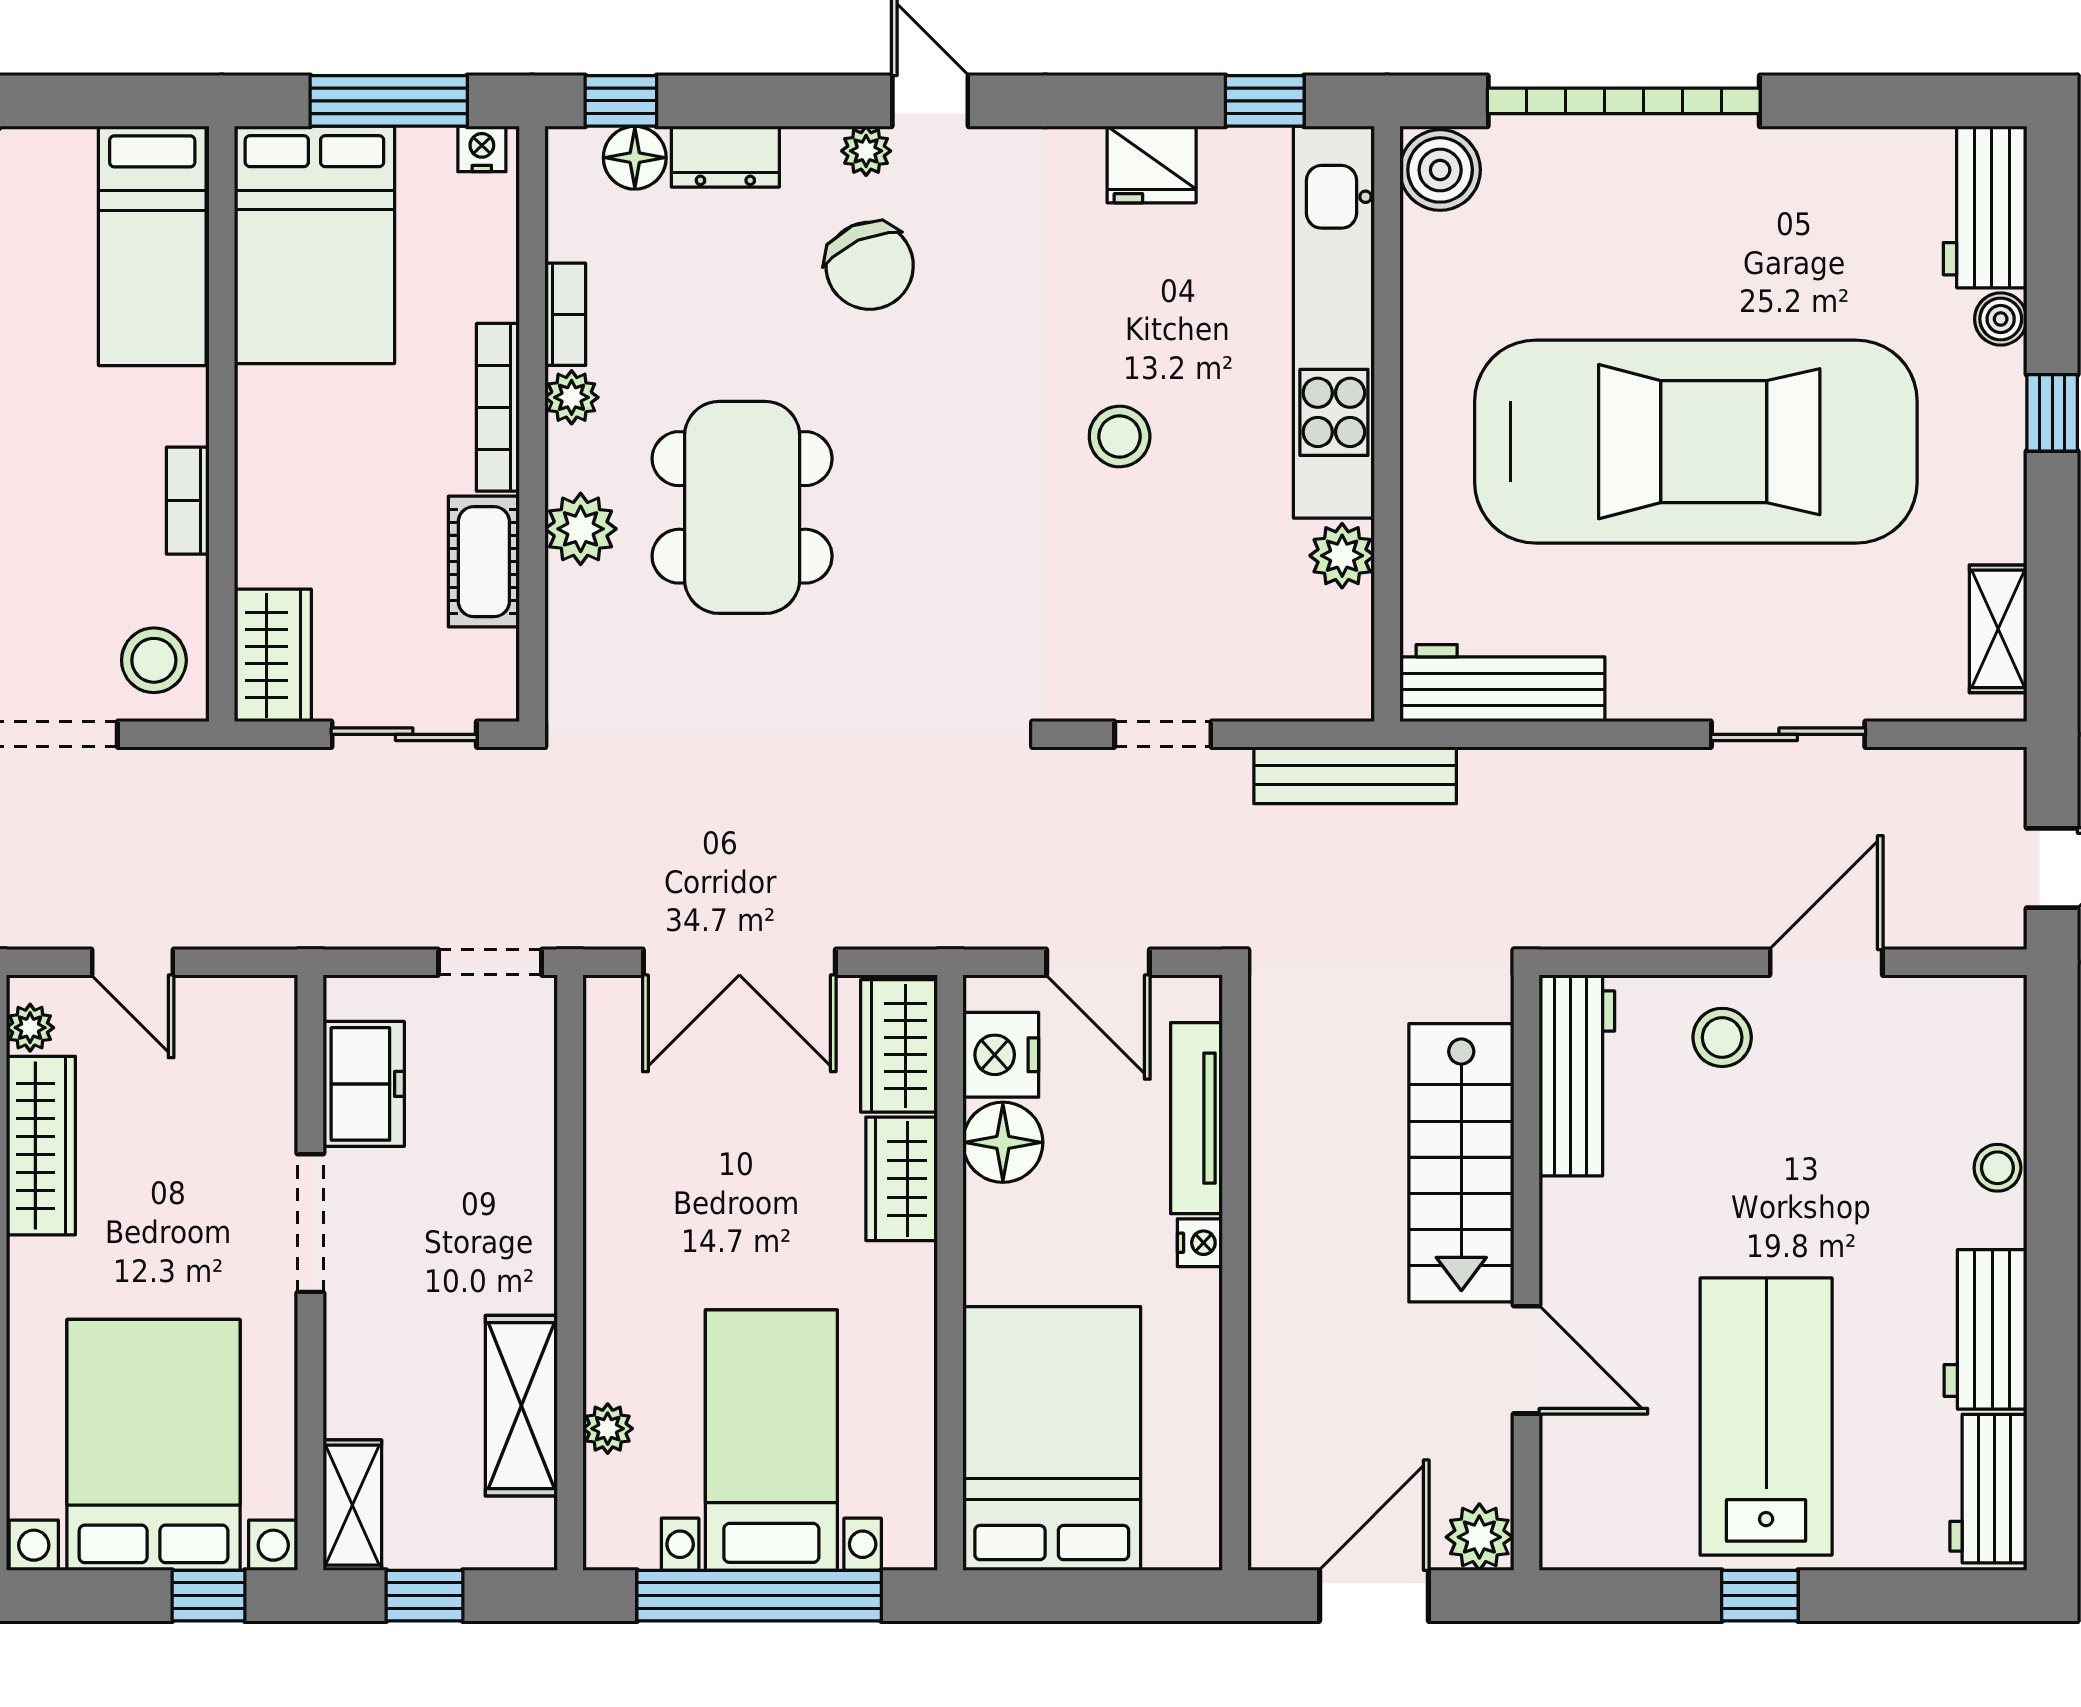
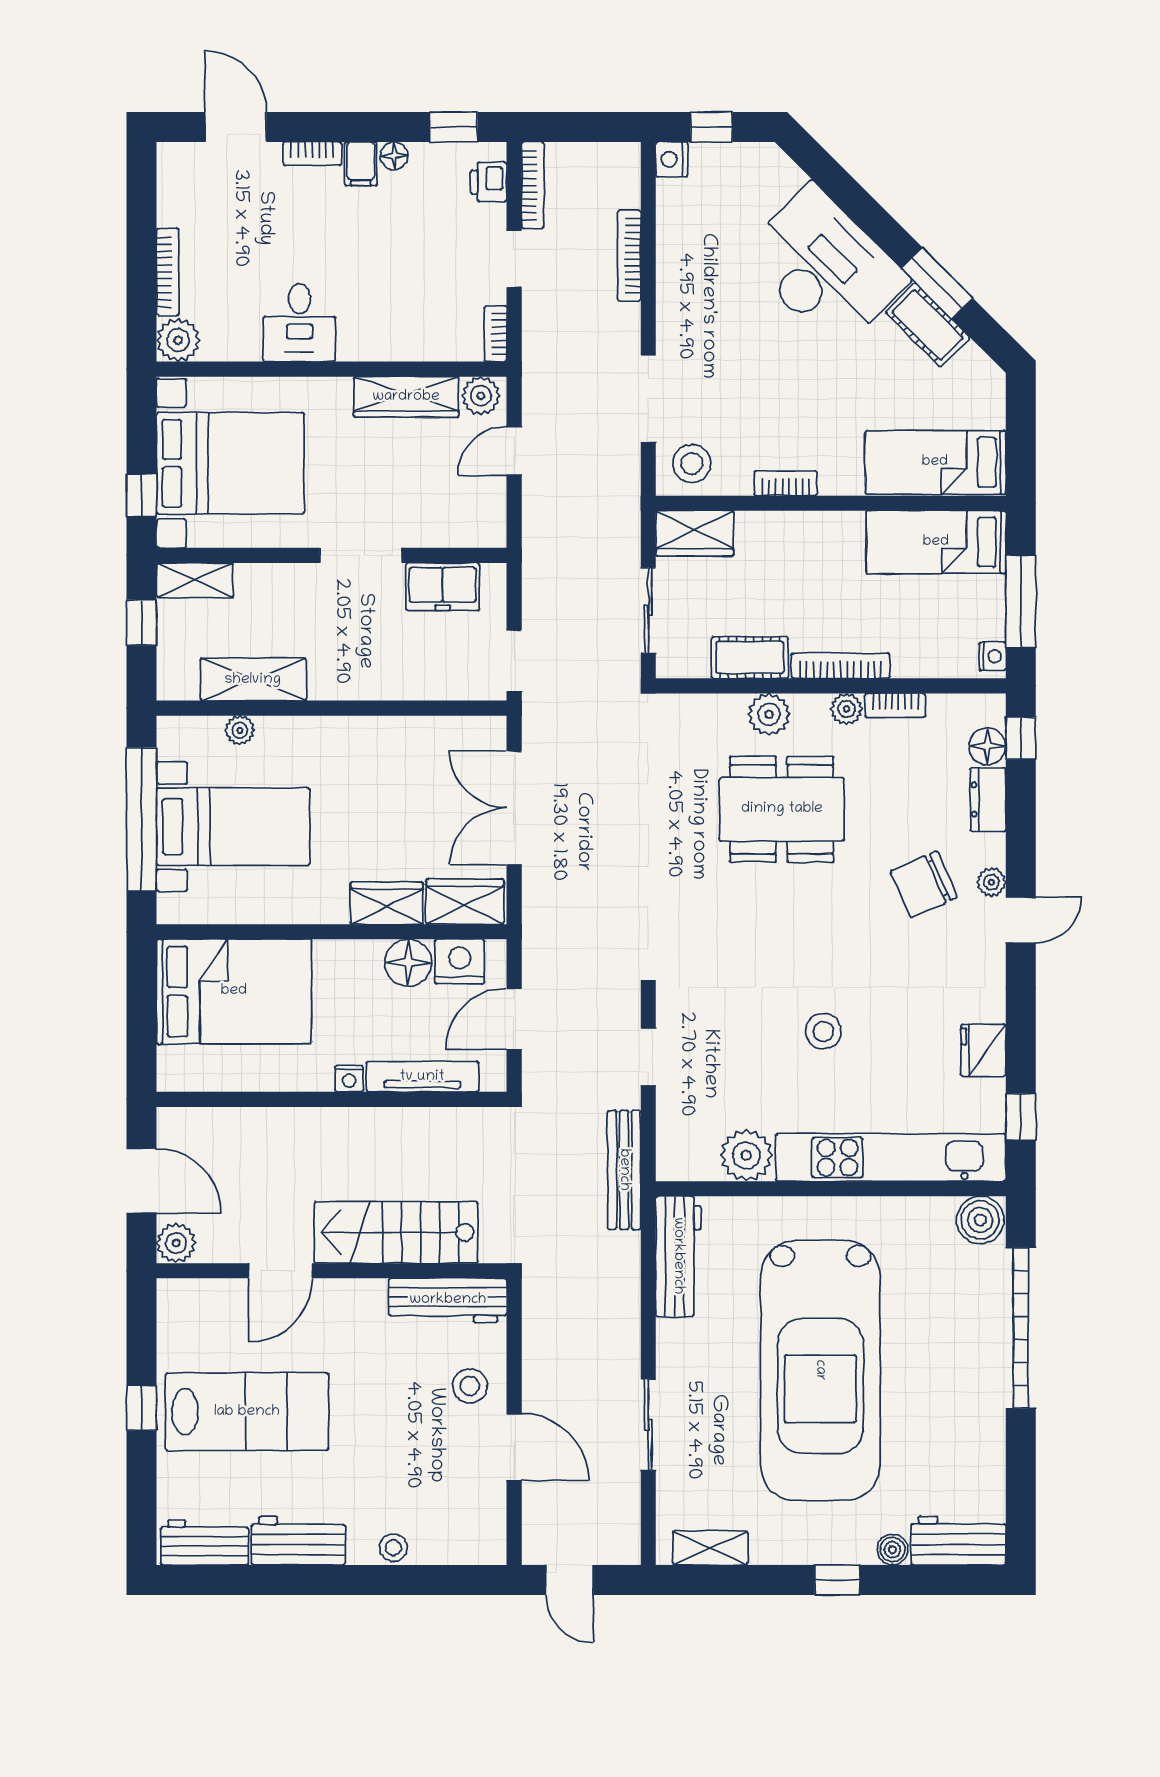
bed: (314, 245) -> (936, 542), width x0.67
plant: (1342, 556) -> (746, 1155), width x1.36, depth x1.36
plant: (30, 1028) -> (481, 396), width x1.38, depth x1.38

